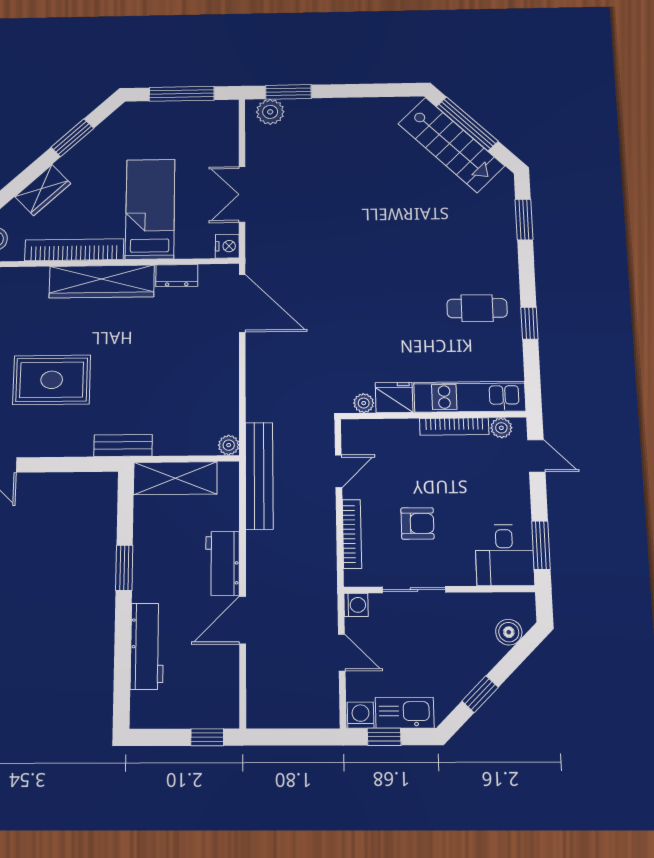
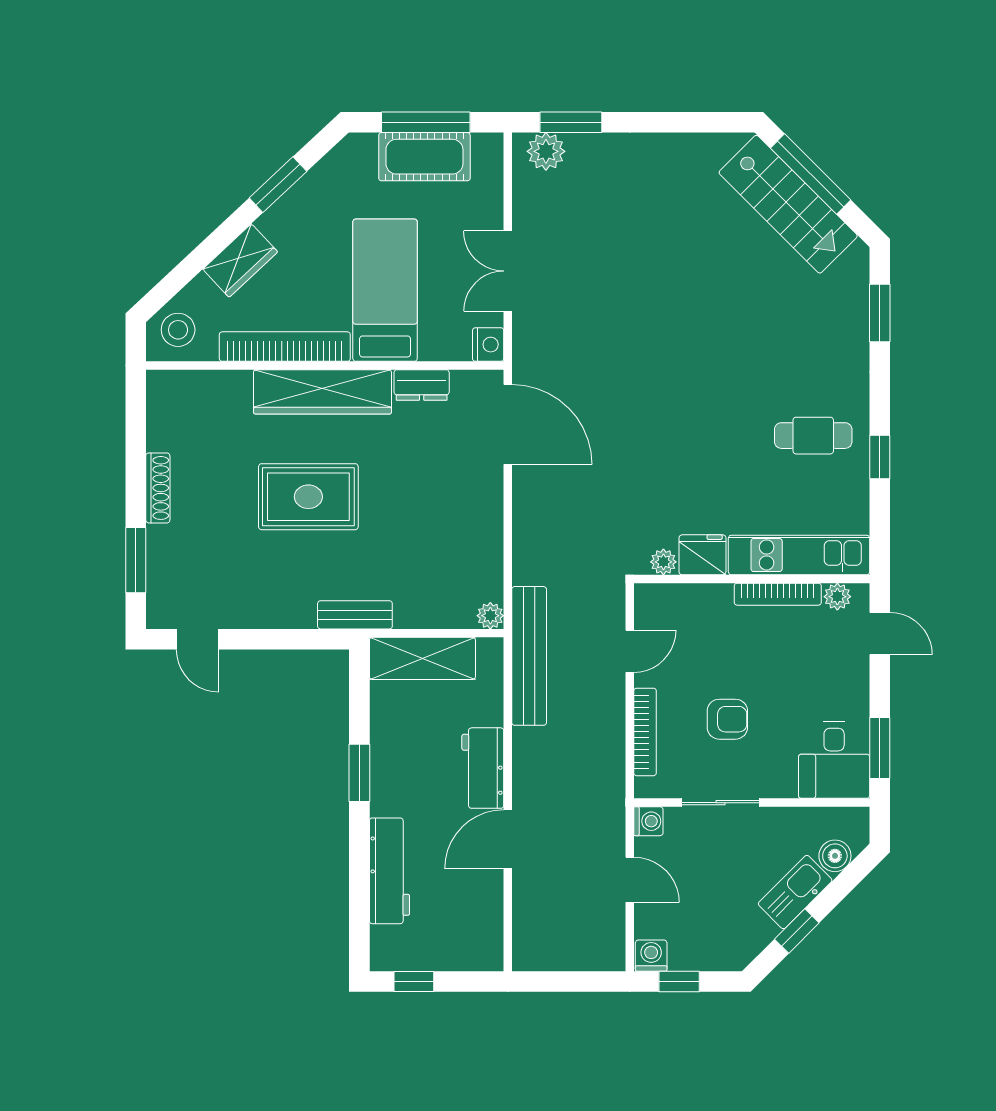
cot: (181, 117) -> (424, 157), added
rug: (52, 380) -> (308, 497), moved
kitchen sink: (405, 713) -> (795, 892), moved, turned -45
window: (207, 737) -> (414, 981), moved

